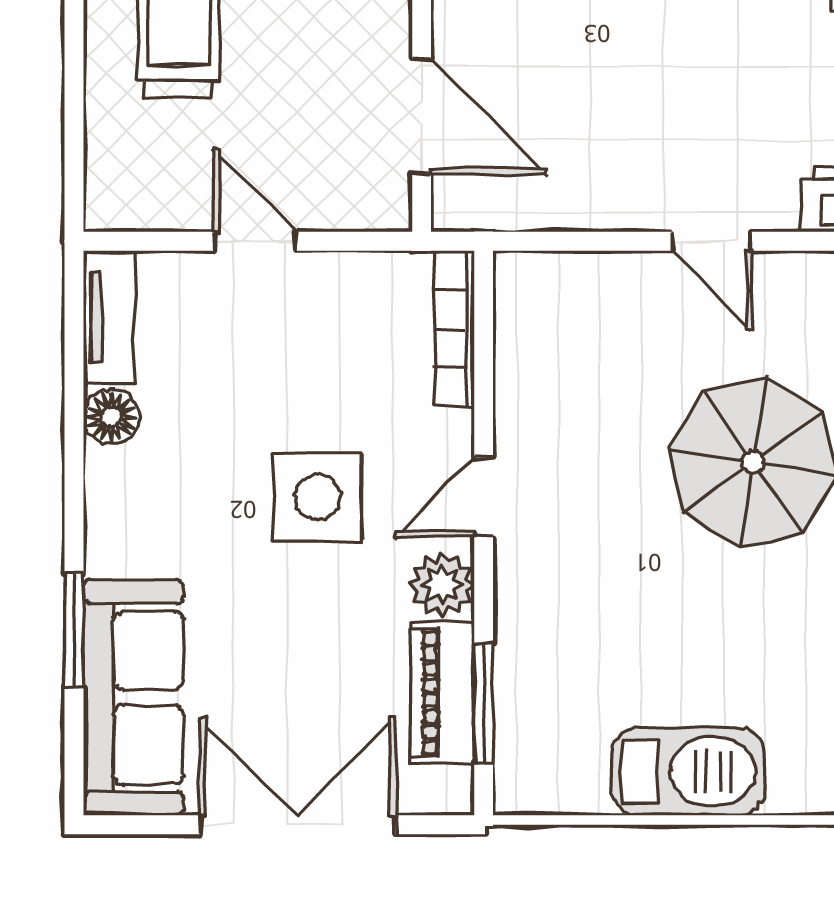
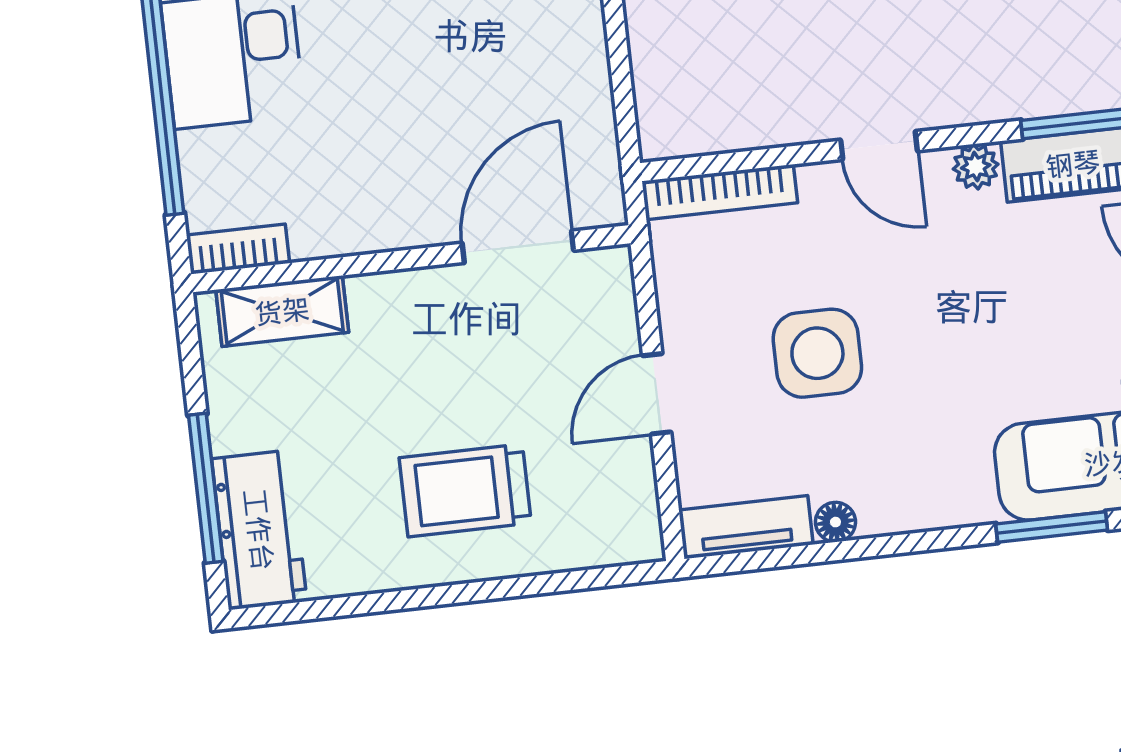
floor lamp: (111, 417) -> (835, 522), width x0.73, depth x0.73
side table: (318, 497) -> (817, 353), moved
plant: (442, 585) -> (976, 167), width x0.73, depth x0.73

